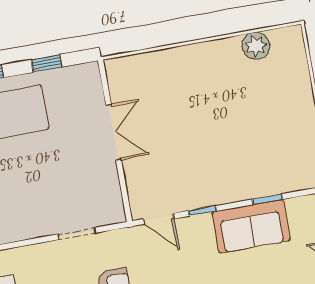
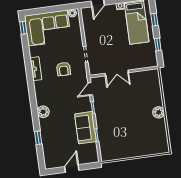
plant: (256, 46) -> (159, 112), moved
double door: (113, 132) -> (117, 73), moved

